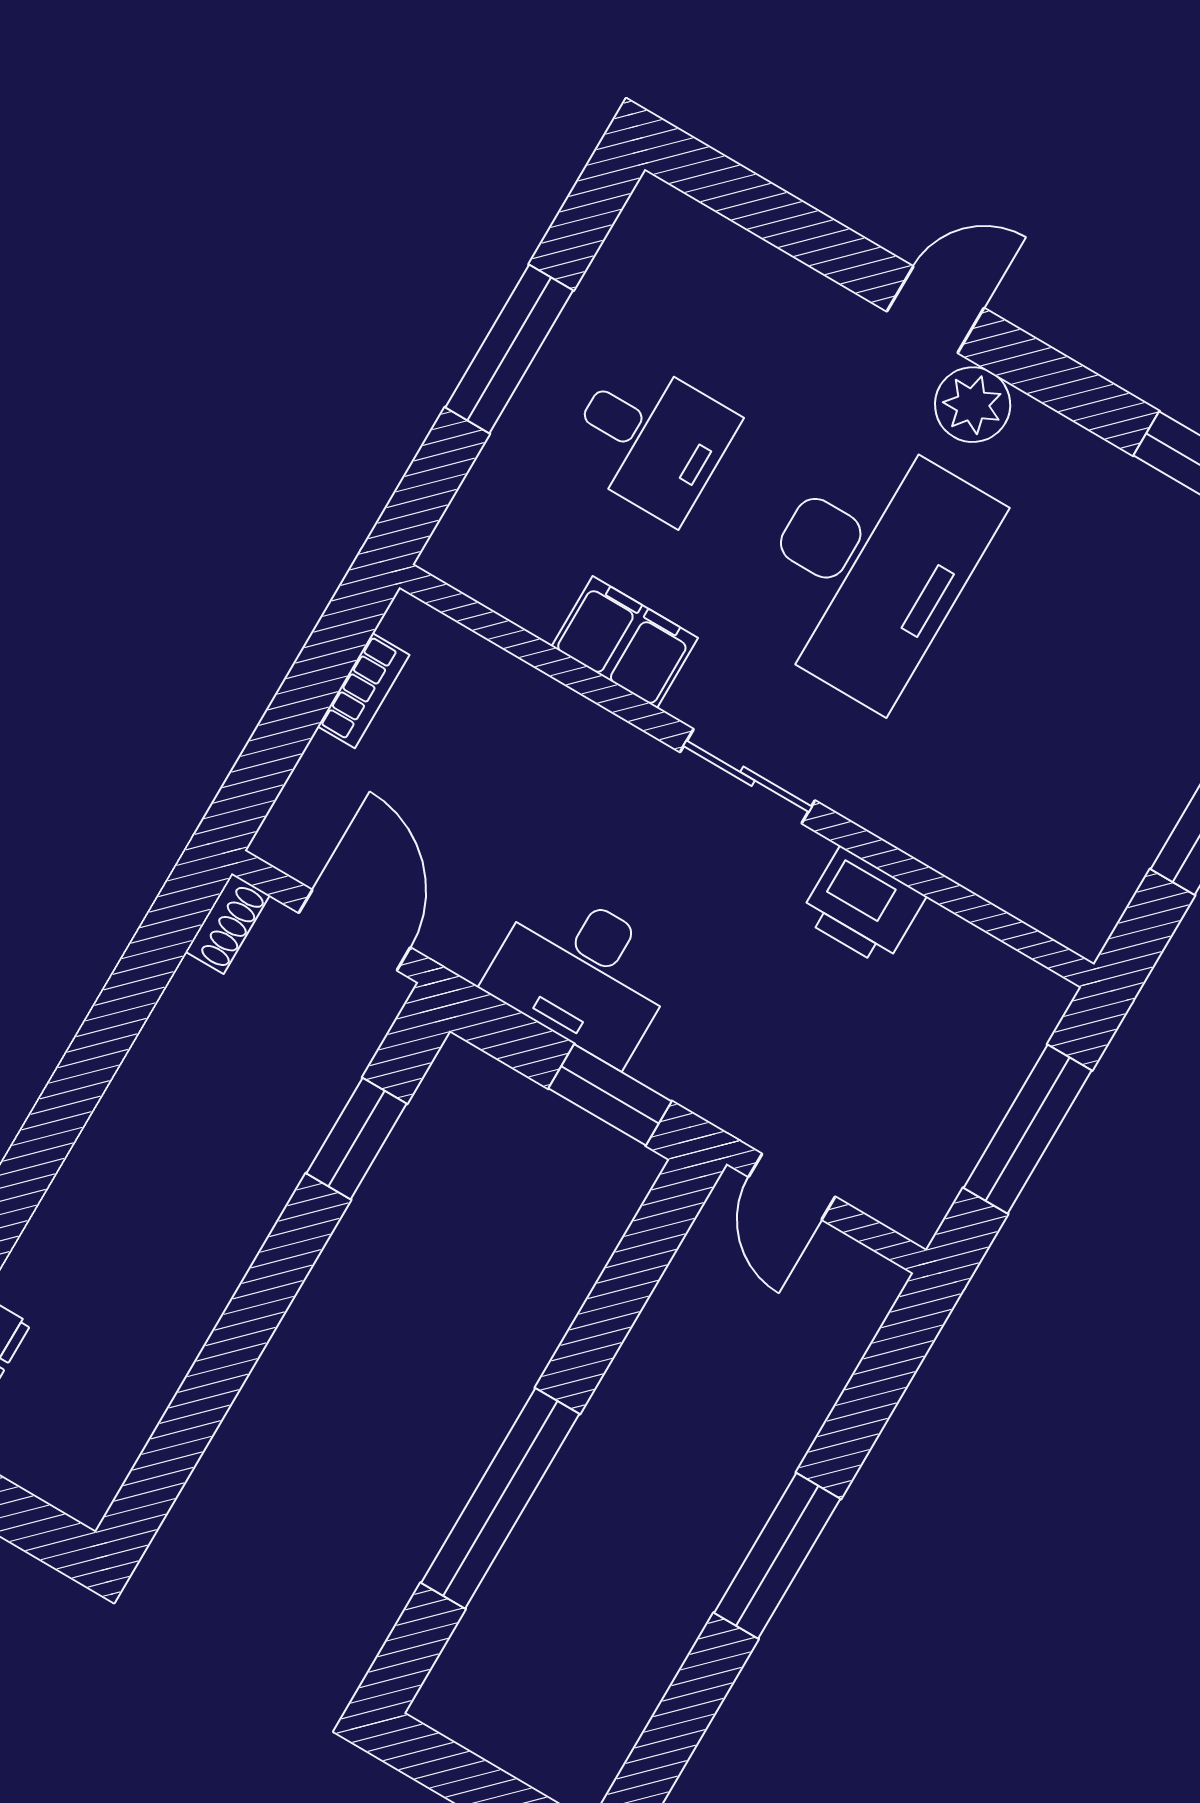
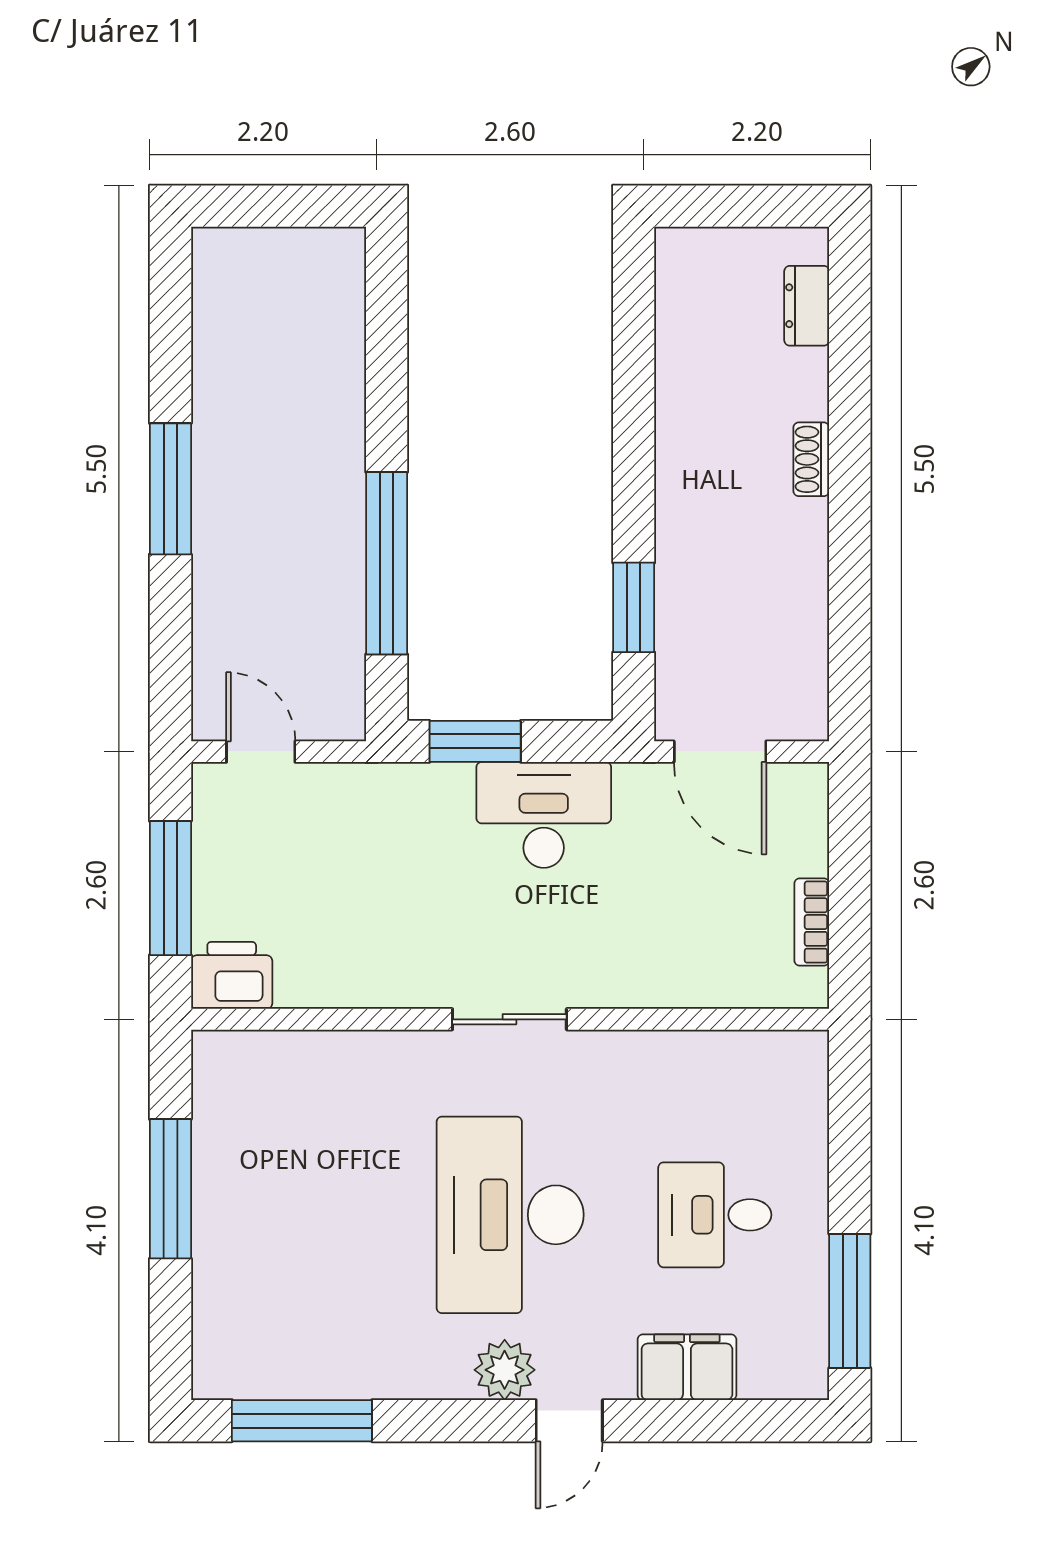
window: (509, 349) -> (850, 1301), moved
filing cabinet: (625, 642) -> (687, 1367), moved, turned 180
printer: (862, 907) -> (232, 975), moved
shoe rack: (228, 923) -> (811, 459), moved
door: (792, 1187) -> (261, 752), moved
window: (500, 1498) -> (387, 563), moved

